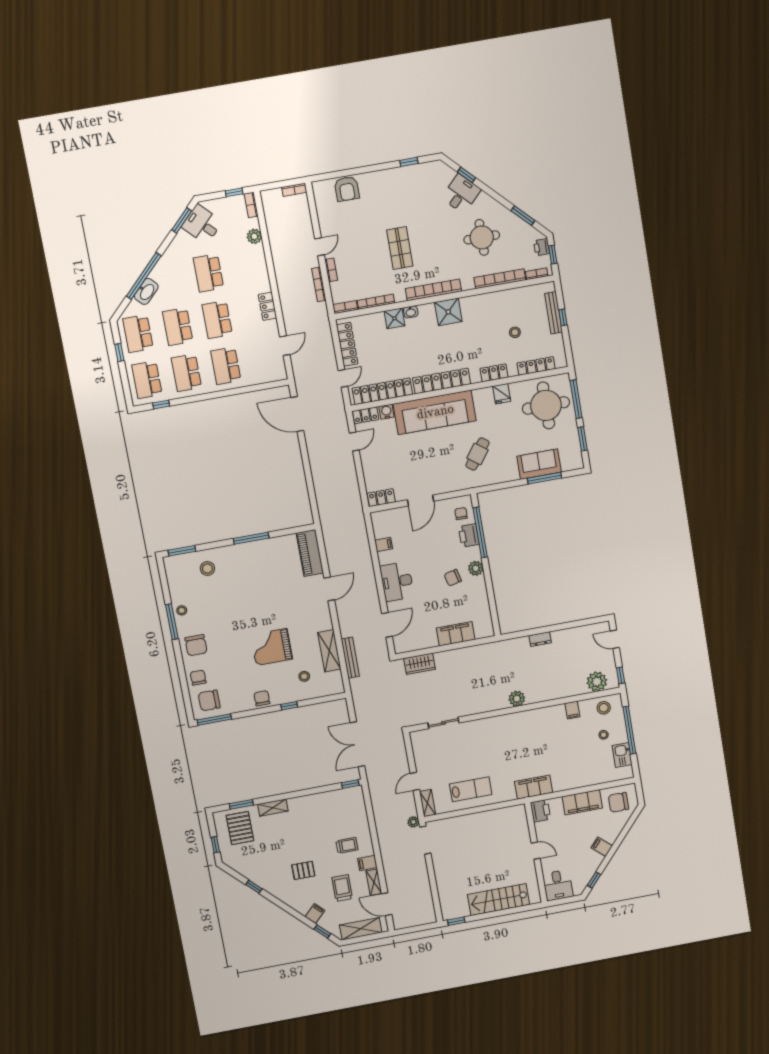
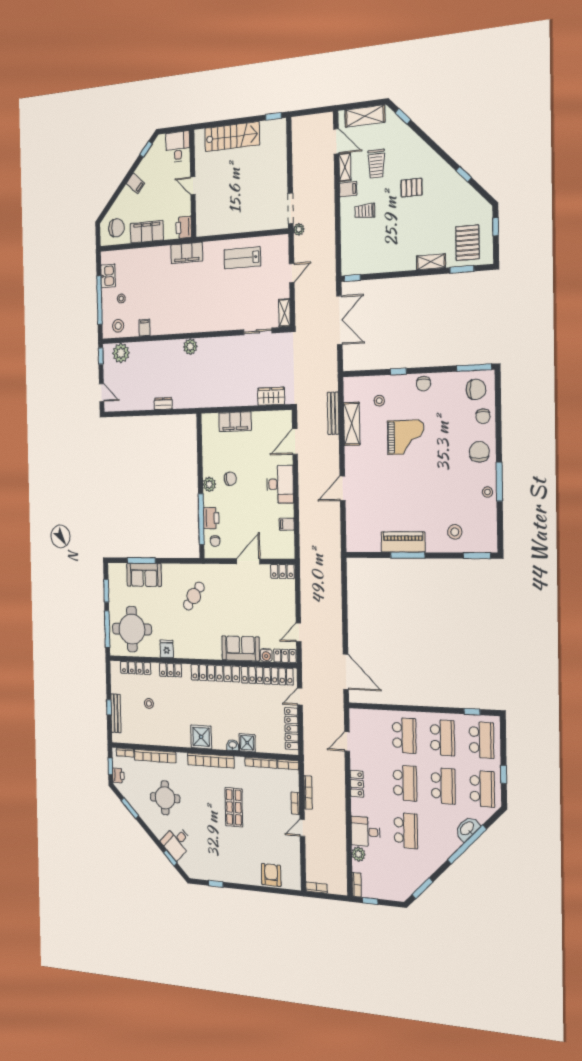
desk: (202, 224) -> (366, 832), moved, turned 135
sofa: (435, 412) -> (241, 648), width x0.54, depth x0.79
piano: (310, 553) -> (403, 542), moved, turned -90
shelving: (428, 803) -> (284, 313), moved
filing cabinet: (315, 914) -> (407, 137), removed

